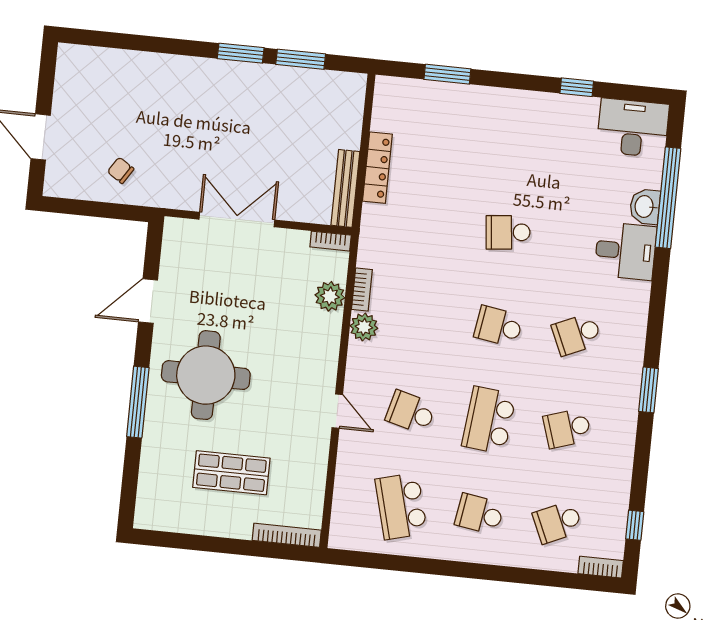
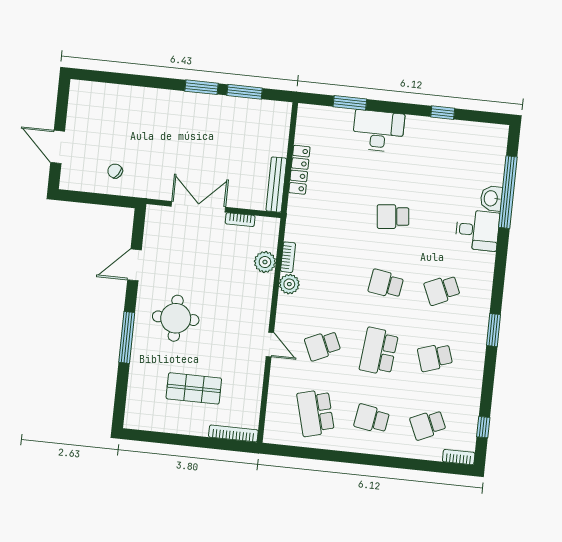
desk: (633, 128) -> (378, 131), moved
bookcase: (331, 241) -> (240, 220), moved
round table: (206, 375) -> (176, 318), width x0.73, depth x0.73
school desk: (411, 412) -> (323, 345), turned -39

